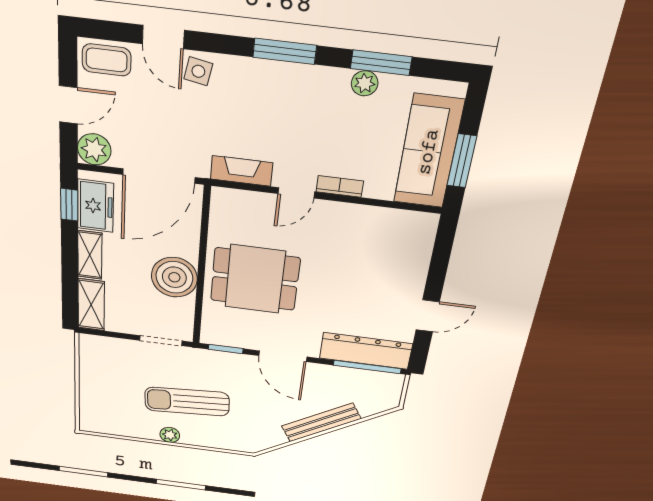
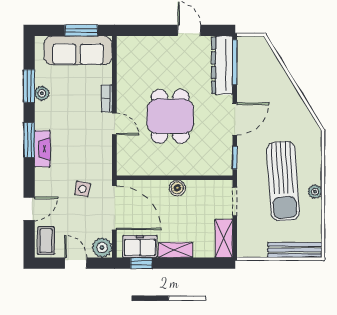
side table: (198, 71) -> (82, 189), moved
fireplace: (242, 171) -> (42, 149), moved, turned 180
boiler: (174, 277) -> (177, 188), width x0.54, depth x0.54
dining table: (255, 279) -> (170, 116), moved
shelving: (91, 305) -> (224, 238), moved, turned 90
sun lounger: (187, 402) -> (283, 181), width x1.36, depth x1.34
bench: (321, 422) -> (295, 250), moved, turned -59

